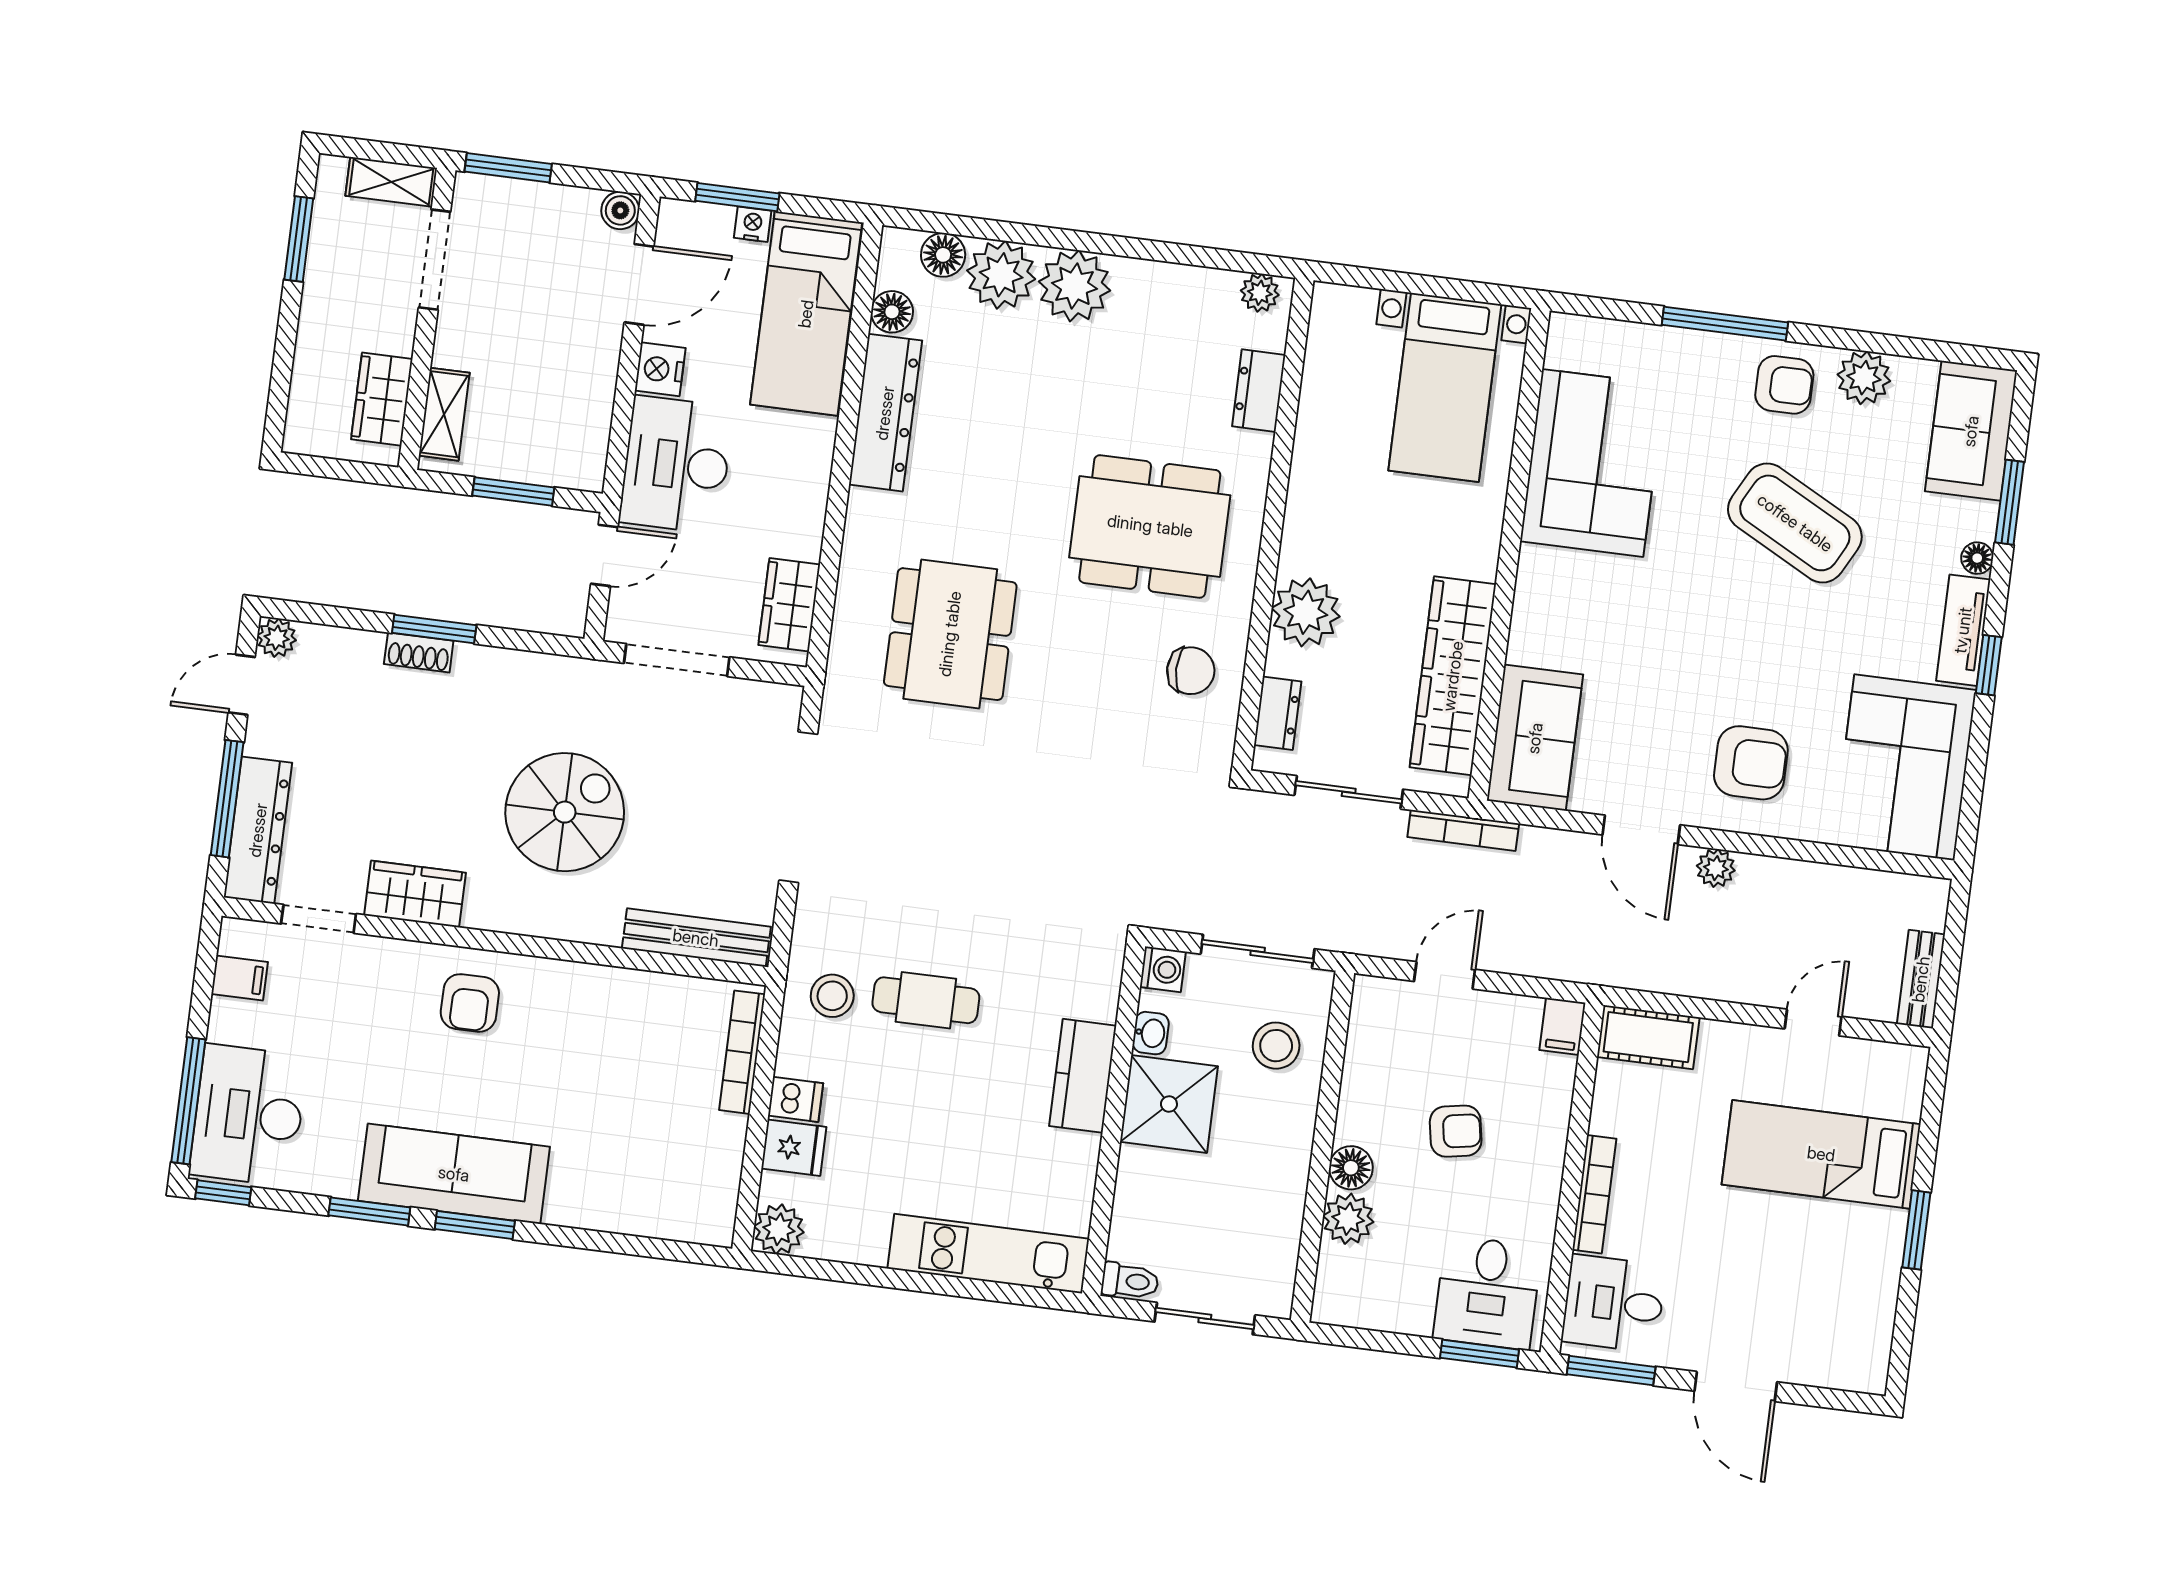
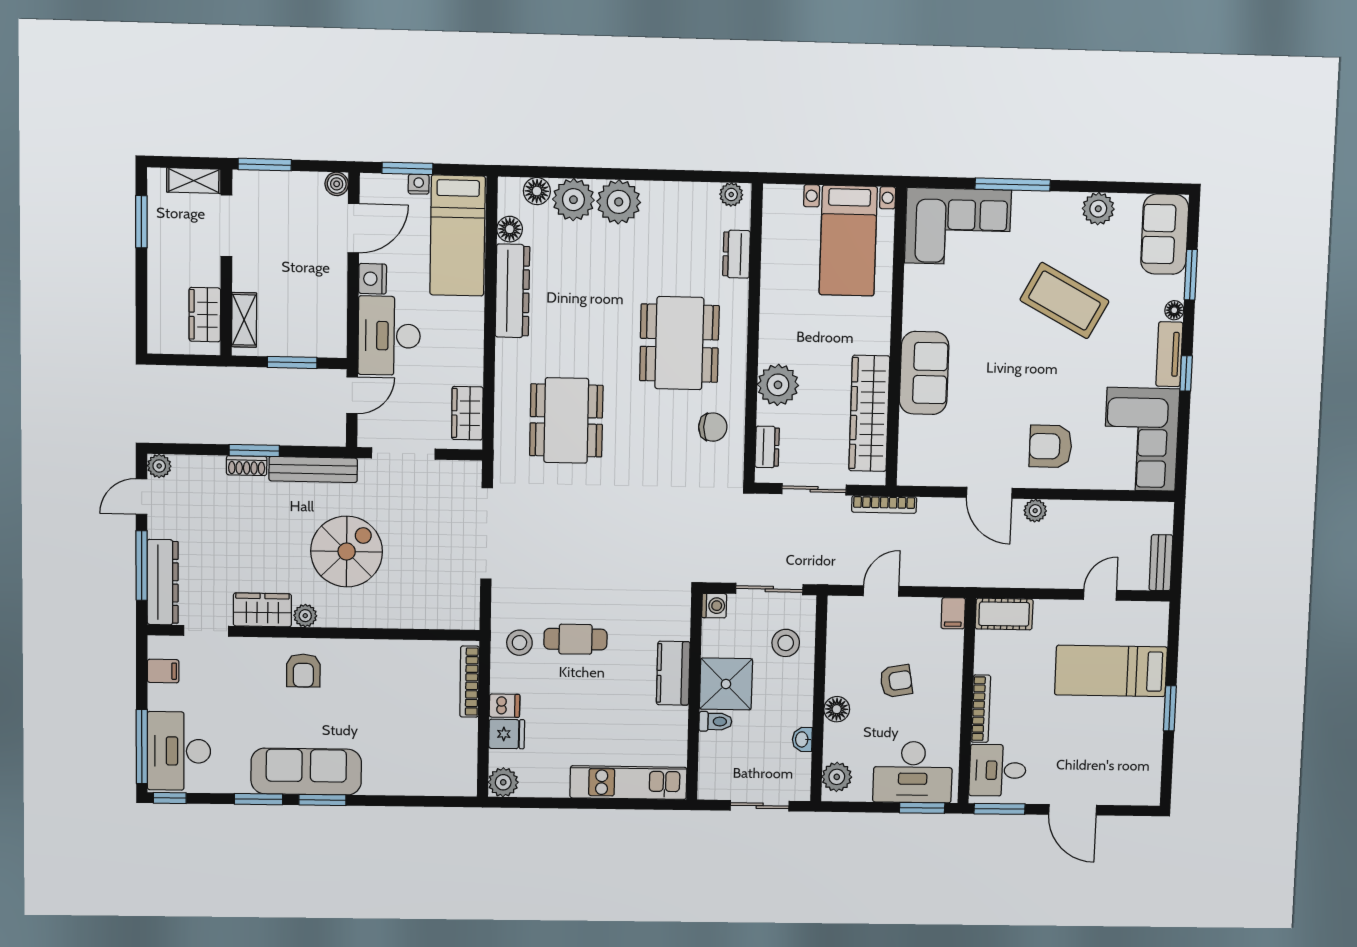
armchair: (1784, 385) -> (1051, 218), removed
corner sofa: (1593, 463) -> (958, 227), moved, turned 90
dining table: (1150, 526) -> (679, 343), turned 90
sofa: (1535, 738) -> (924, 373), moved
armchair: (1751, 763) -> (1051, 446), turned 180
plant: (484, 911) -> (305, 616), added
bench: (696, 938) -> (313, 469), moved
washbasin: (1151, 1033) -> (802, 739), moved, turned 180
plant: (1348, 1219) -> (837, 777), moved
toilet: (1130, 1281) -> (715, 721), moved
desk: (1487, 1293) -> (913, 772), width x1.37

